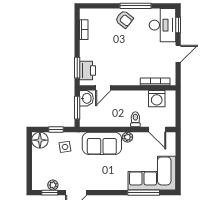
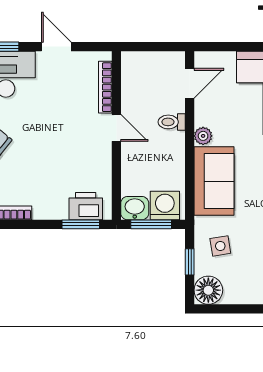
door: (103, 88) -> (116, 128), moved
washing machine: (157, 99) -> (165, 206), moved, turned -90

